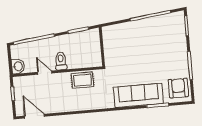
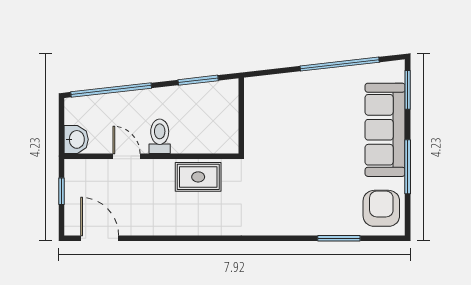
sofa: (138, 95) -> (385, 130), moved, turned -90

